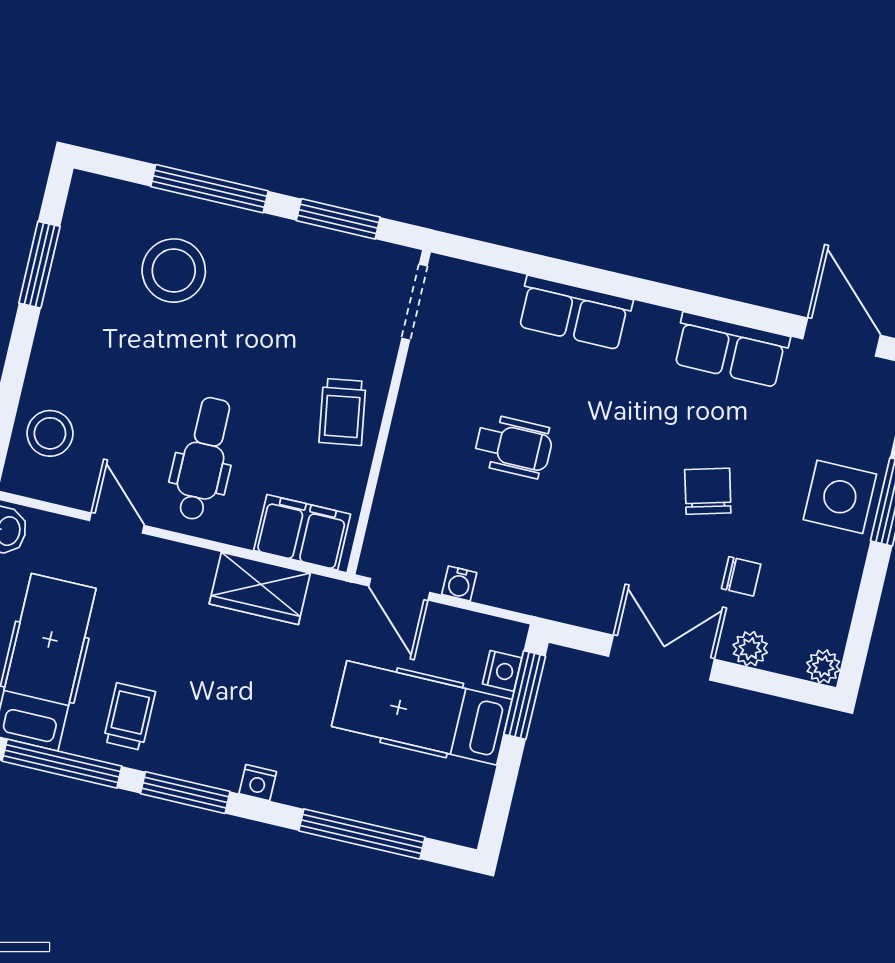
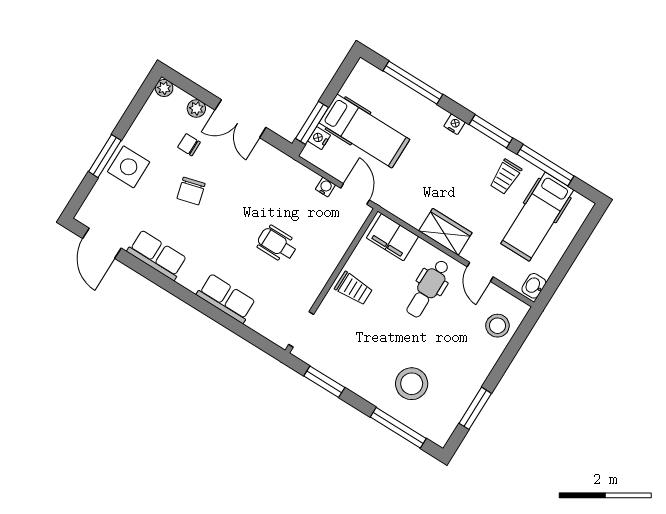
window: (209, 189) -> (398, 428), moved
trolley: (343, 412) -> (354, 288), turned 99
wardrobe: (260, 588) -> (445, 232), moved

